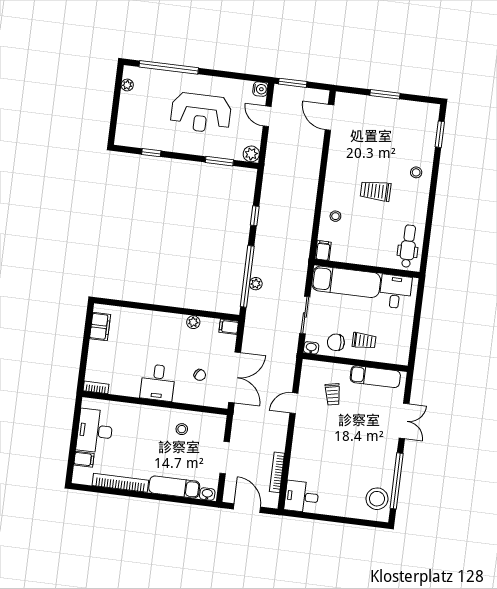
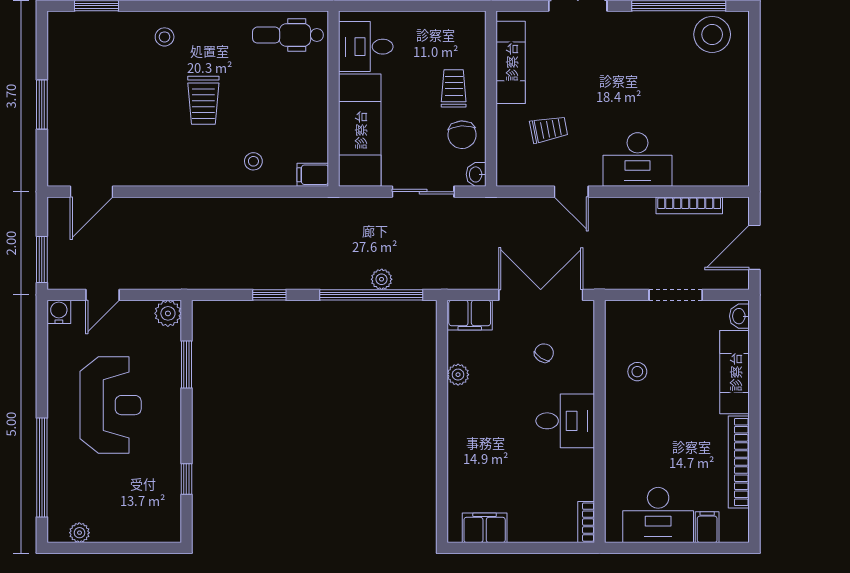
filing cabinet: (229, 327) -> (470, 315), width x2.00
desk: (302, 497) -> (638, 160), moved, width x1.37

